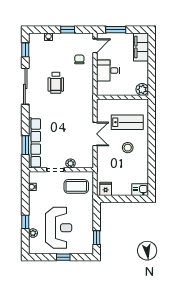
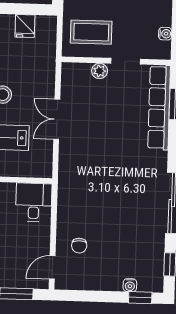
window: (68, 30) -> (140, 298), moved
desk: (108, 71) -> (34, 202), moved, turned -90
wheelchair: (56, 83) -> (120, 208), removed
fridge: (106, 189) -> (25, 26), moved

